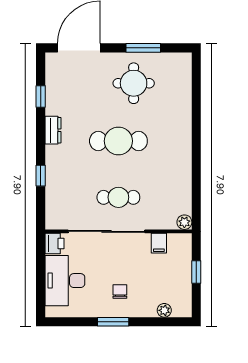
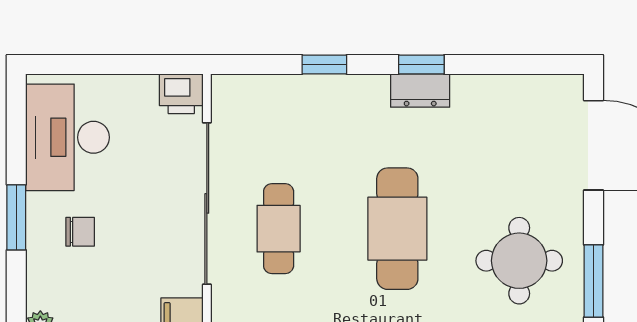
window: (41, 96) -> (421, 65), moved
desk: (65, 281) -> (68, 137), moved, turned -90

